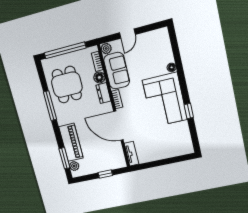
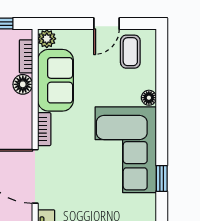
door: (127, 34) -> (106, 24), moved
coffee table: (155, 44) -> (130, 52), added
dresser: (103, 93) -> (23, 113), removed

